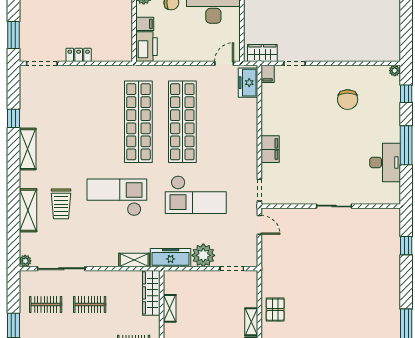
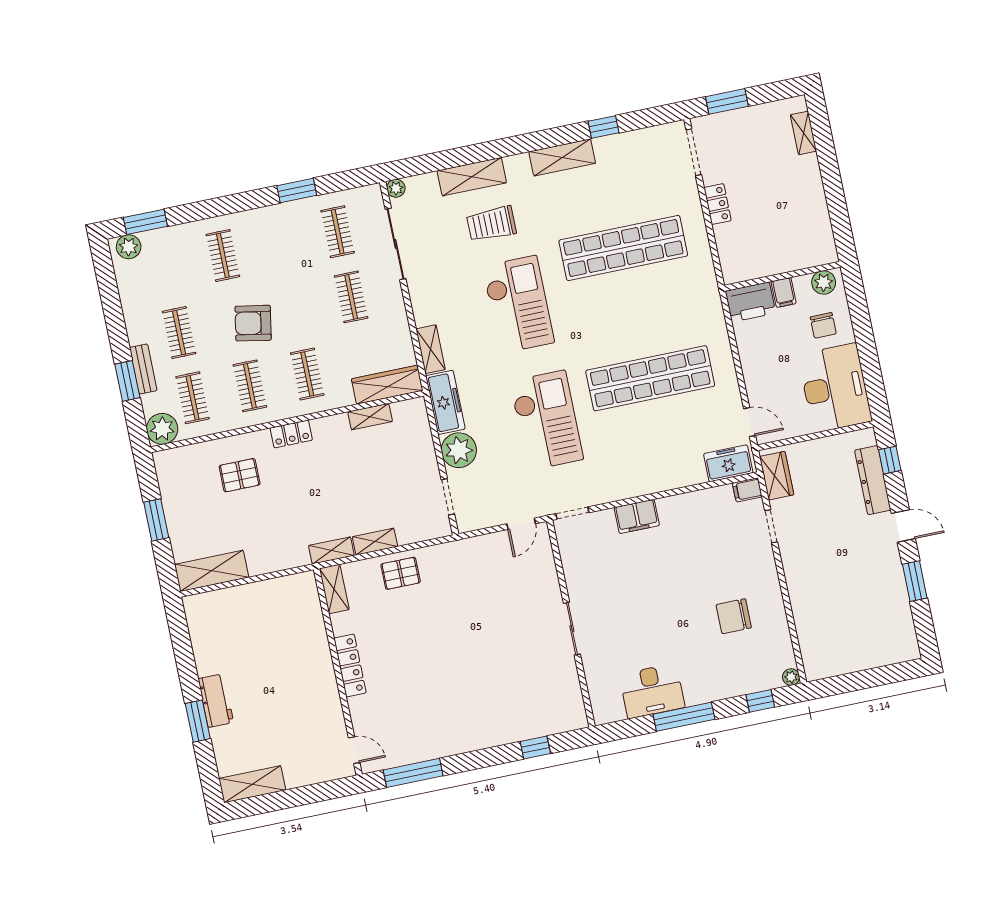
shop shelf: (138, 122) -> (623, 248), moved
checkout: (196, 195) -> (546, 420), turned 180

